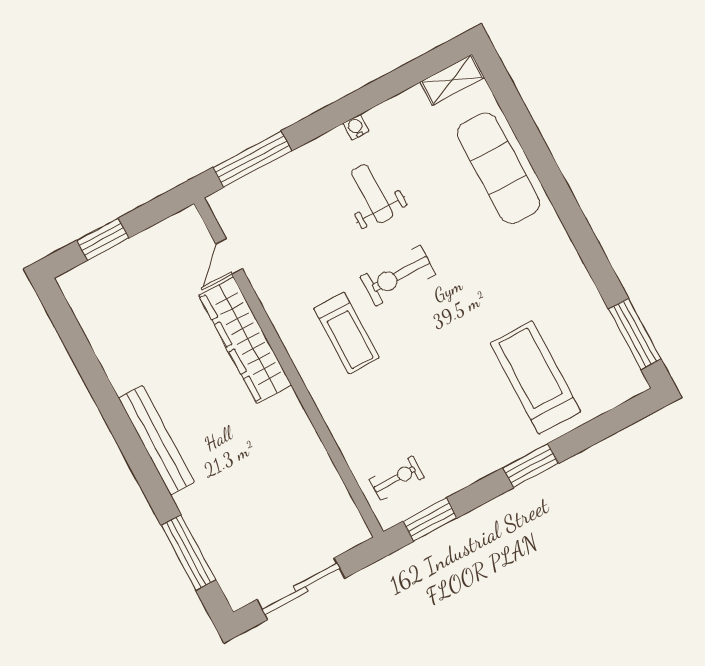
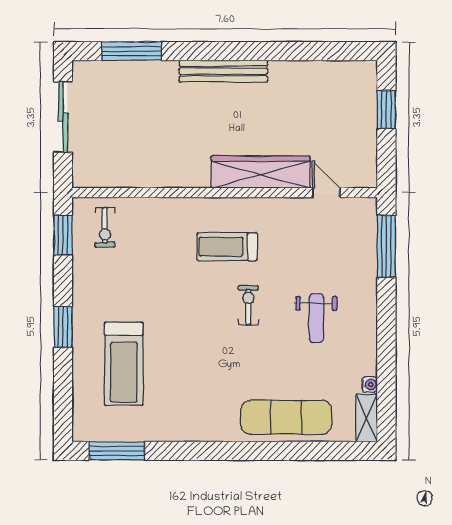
water cooler: (356, 127) -> (370, 384), moved
weight bench: (372, 194) -> (316, 318), turned 90
exercise bike: (398, 276) -> (248, 305), width x0.73, depth x0.72
treadmill: (535, 377) -> (124, 364), turned 90

